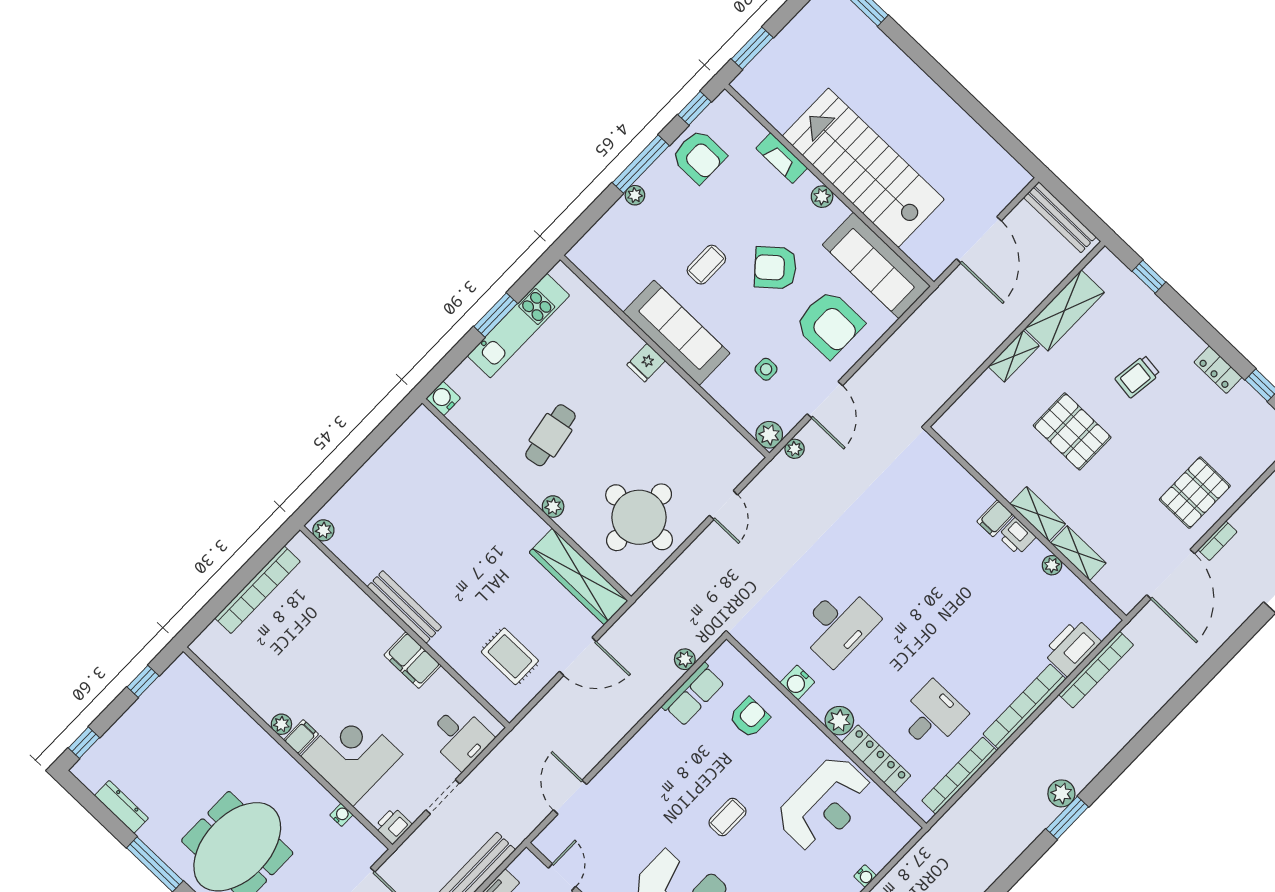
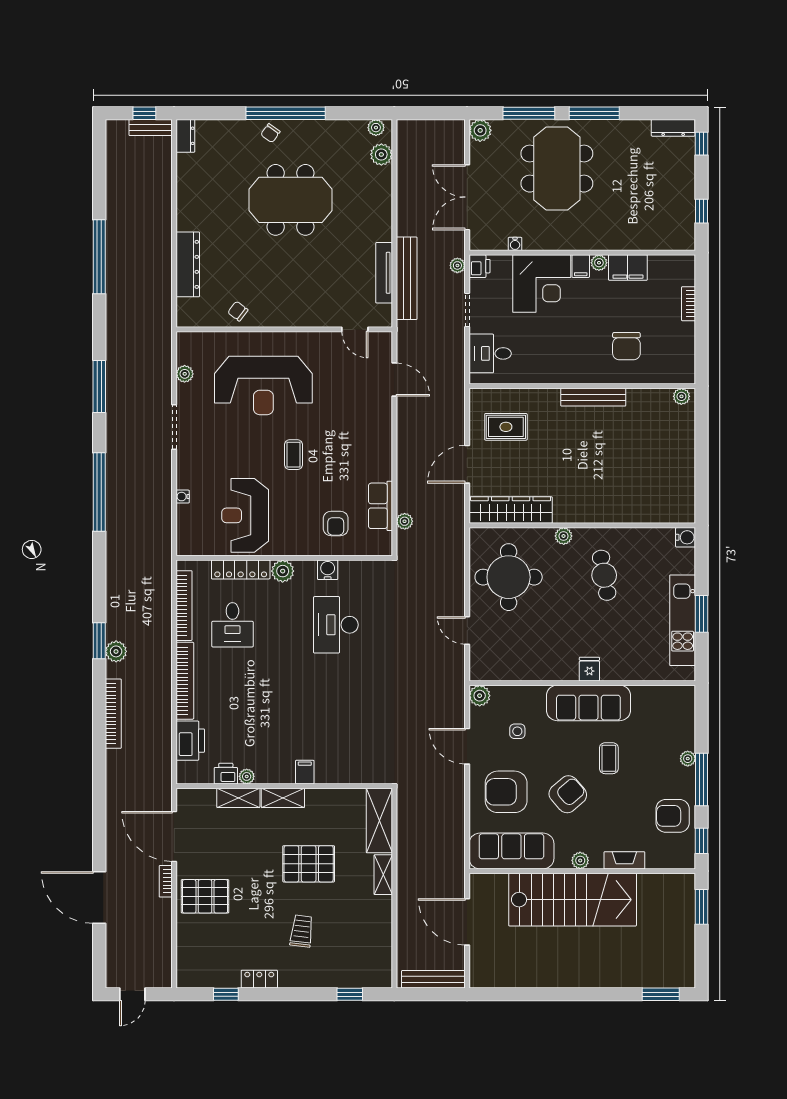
shelving: (1065, 310) -> (379, 821), moved
plant: (795, 449) -> (457, 265), moved
pallet: (1195, 493) -> (205, 896), turned 90
printer: (1017, 536) -> (226, 774), moved
bookcase: (258, 590) -> (689, 304), width x0.43, depth x0.76
chair: (329, 624) -> (626, 346), added
filing cabinet: (412, 660) -> (628, 268), moved, turned 180
bookcase: (1096, 670) -> (113, 714), moved, turned 180
dresser: (122, 807) -> (673, 128), moved

